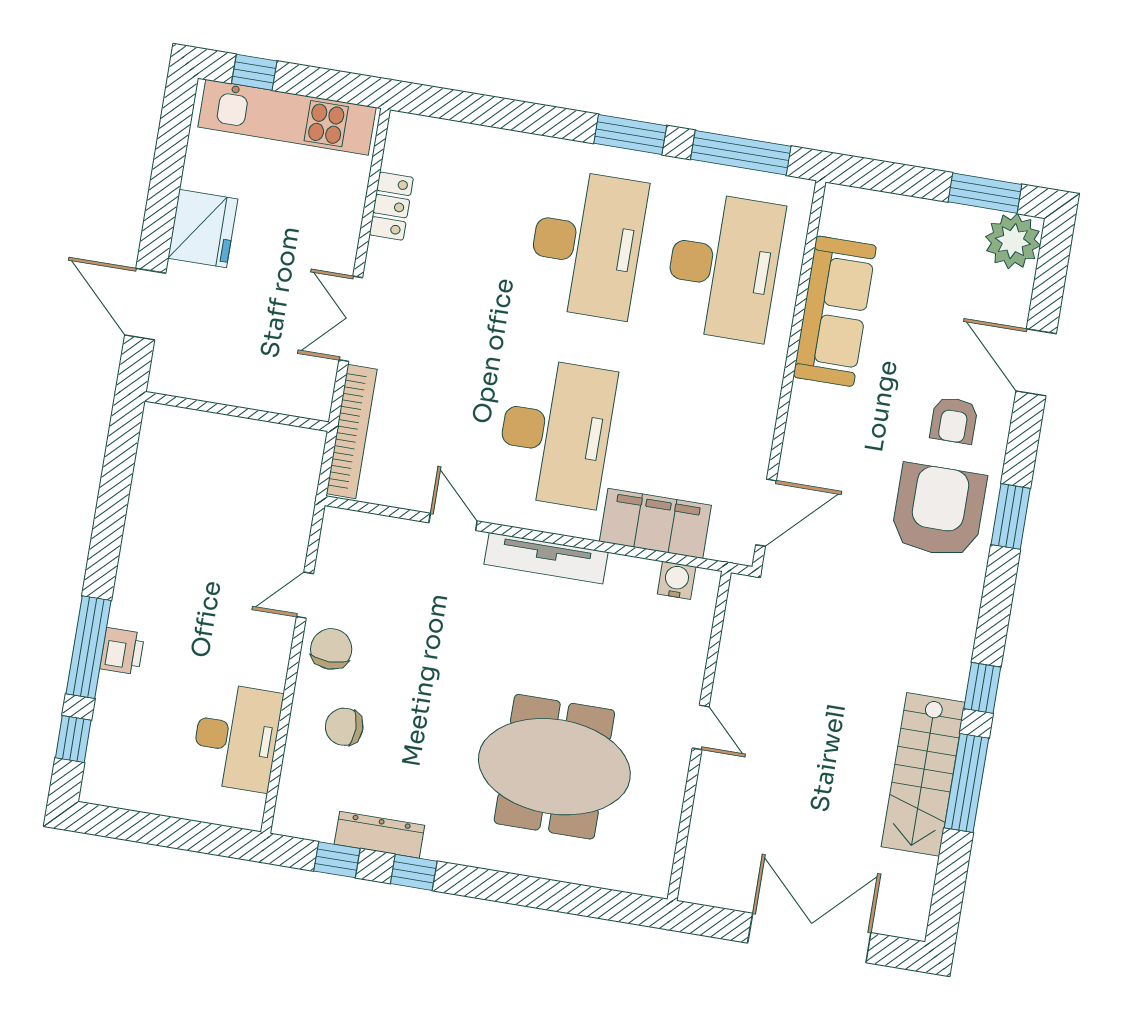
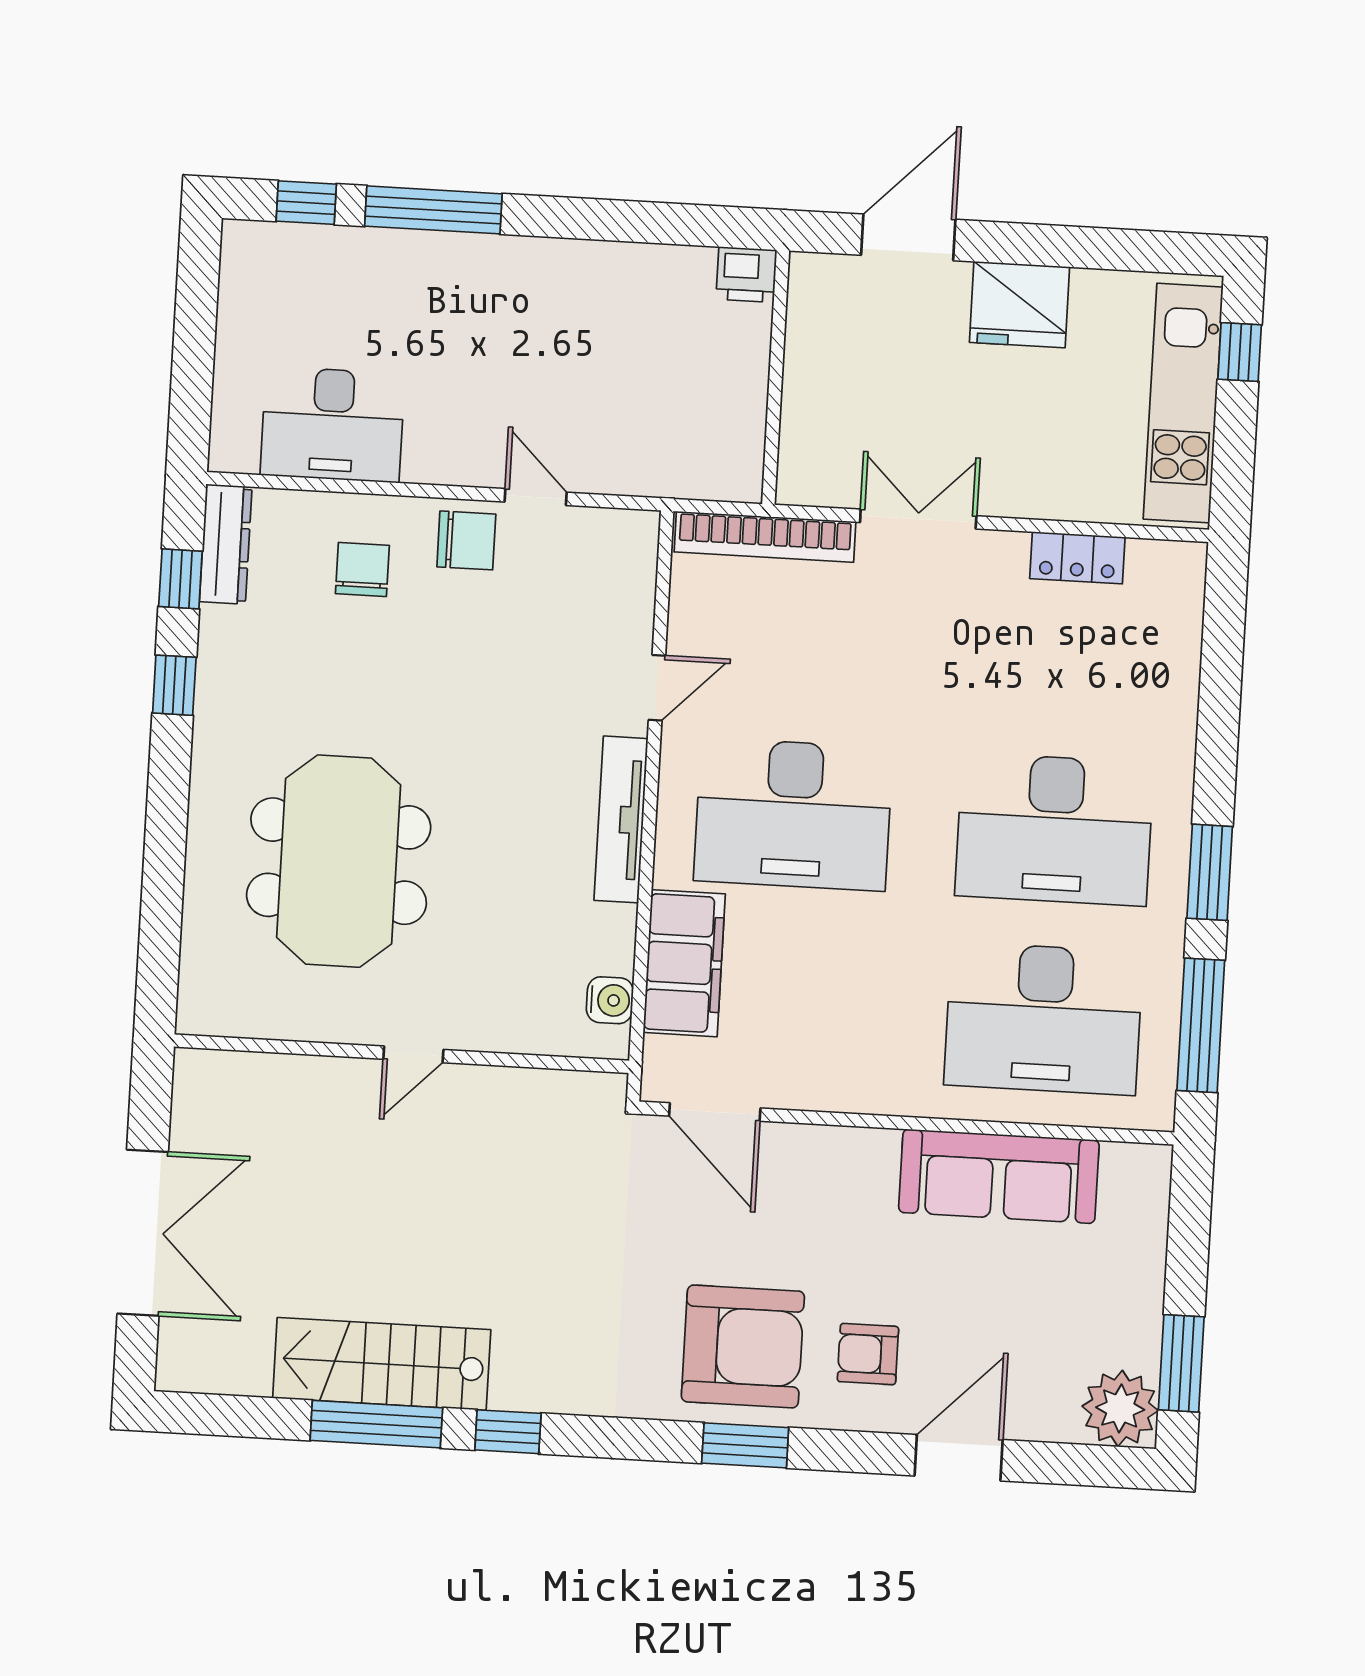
printer: (122, 651) -> (746, 275), moved
dresser: (379, 835) -> (226, 544), moved

